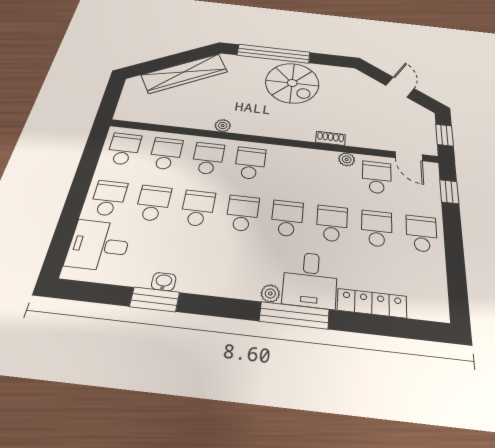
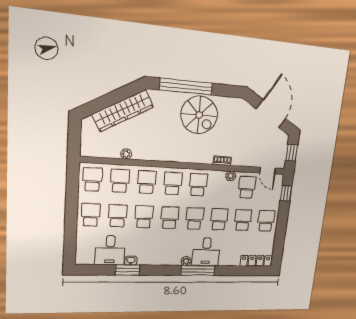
door: (400, 87) -> (271, 114), width x1.87
plant: (223, 126) -> (126, 154), moved
school desk: (292, 168) -> (198, 185), added
desk: (99, 245) -> (110, 250), moved, turned -90
locker: (372, 303) -> (256, 261), moved

